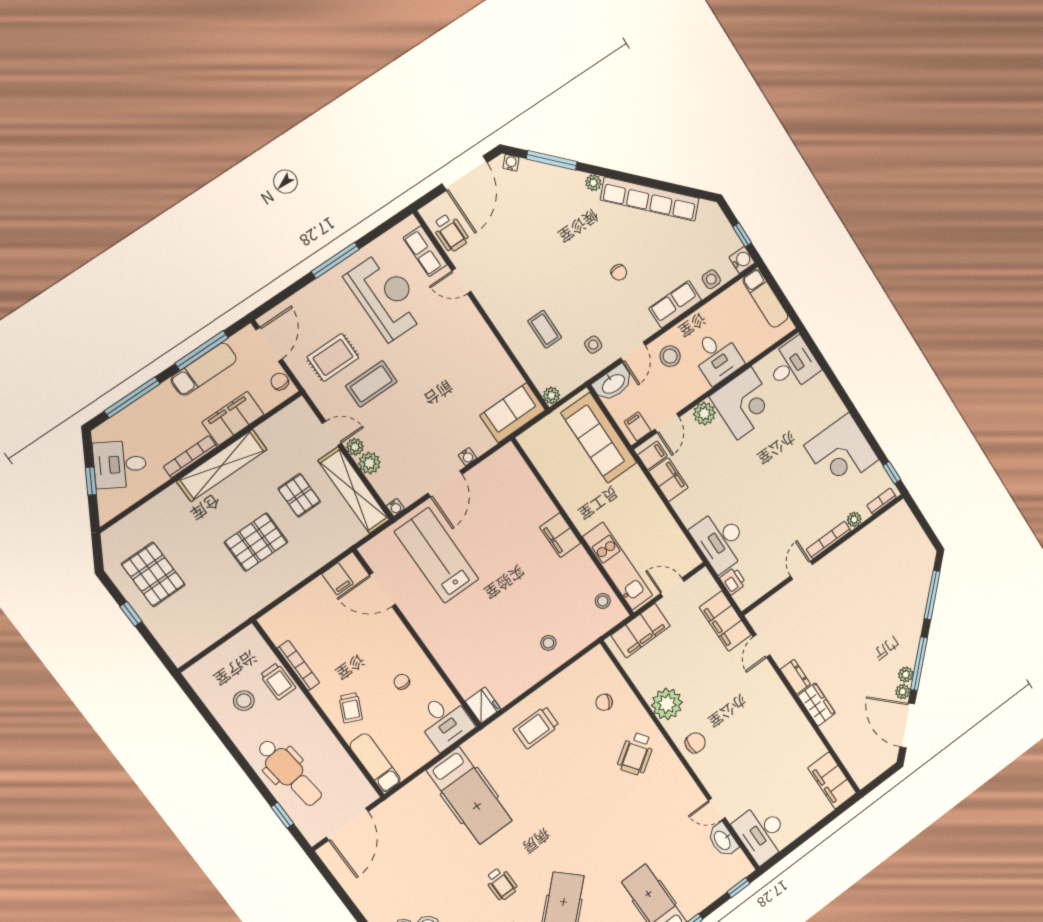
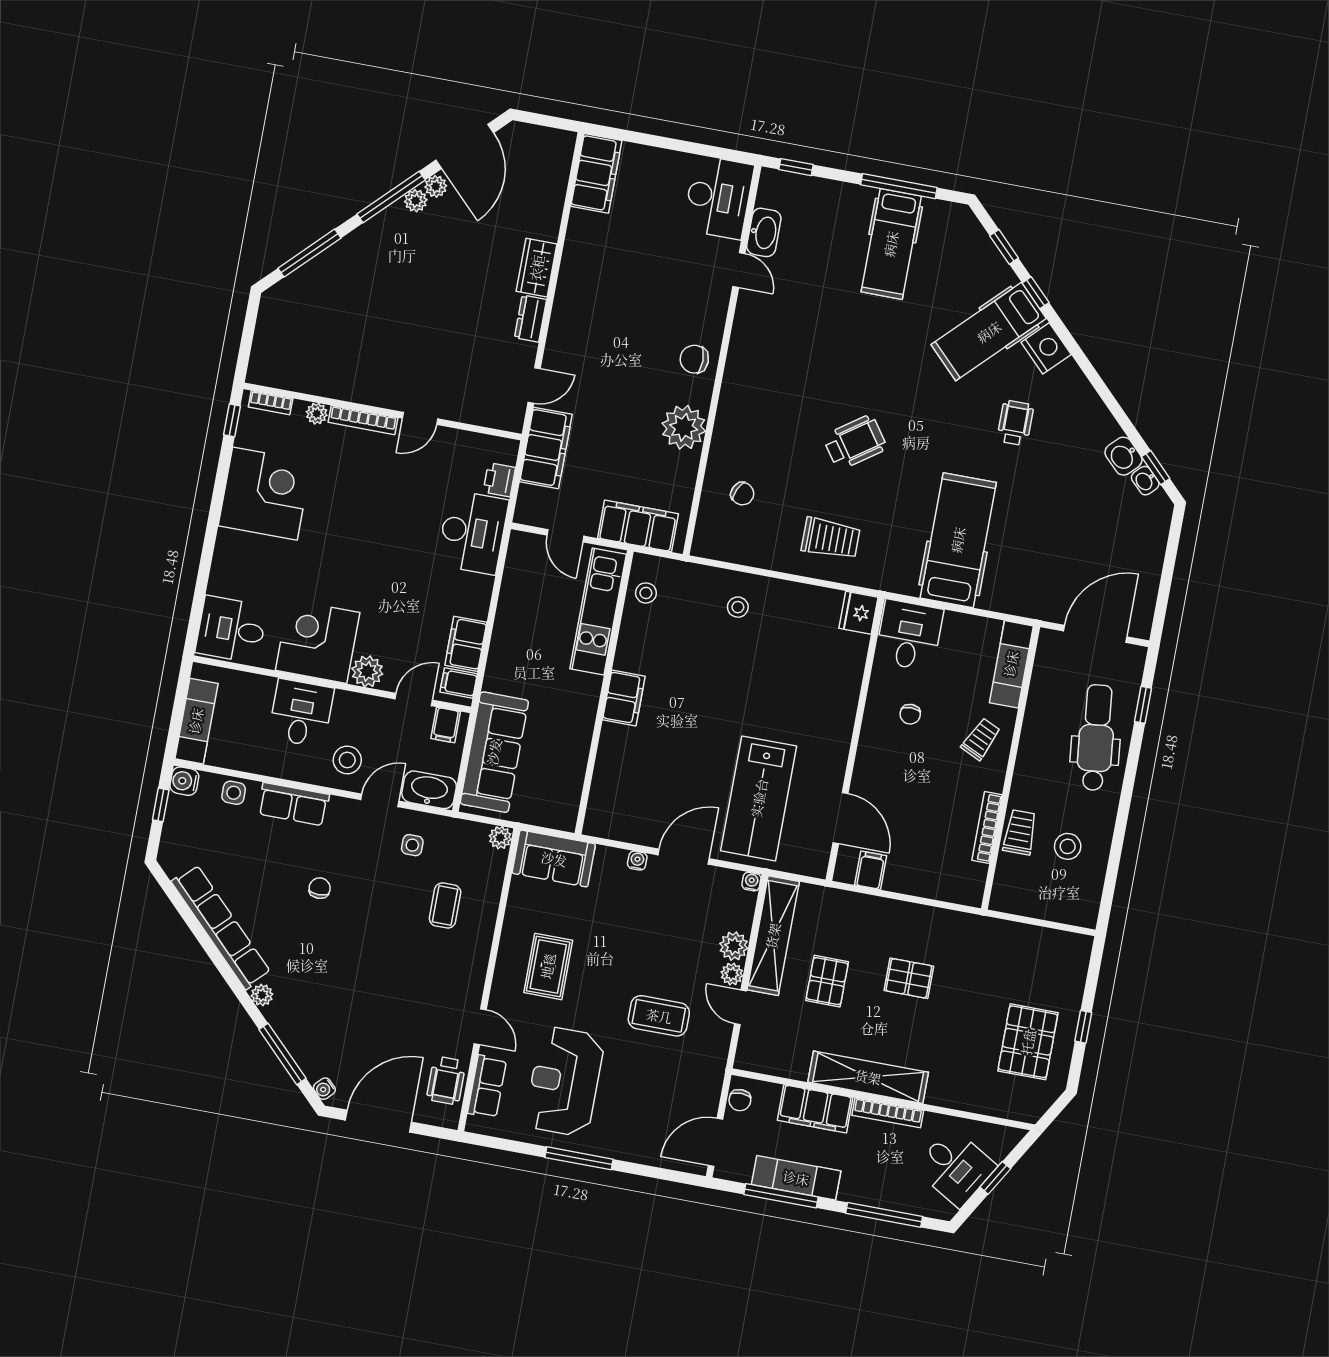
wheelchair: (450, 233) -> (446, 1080), turned 180
rug: (333, 357) -> (548, 966), moved, turned 90
pallet: (256, 542) -> (909, 978), width x0.67, depth x0.71
wheelchair: (636, 754) -> (855, 442), moved

